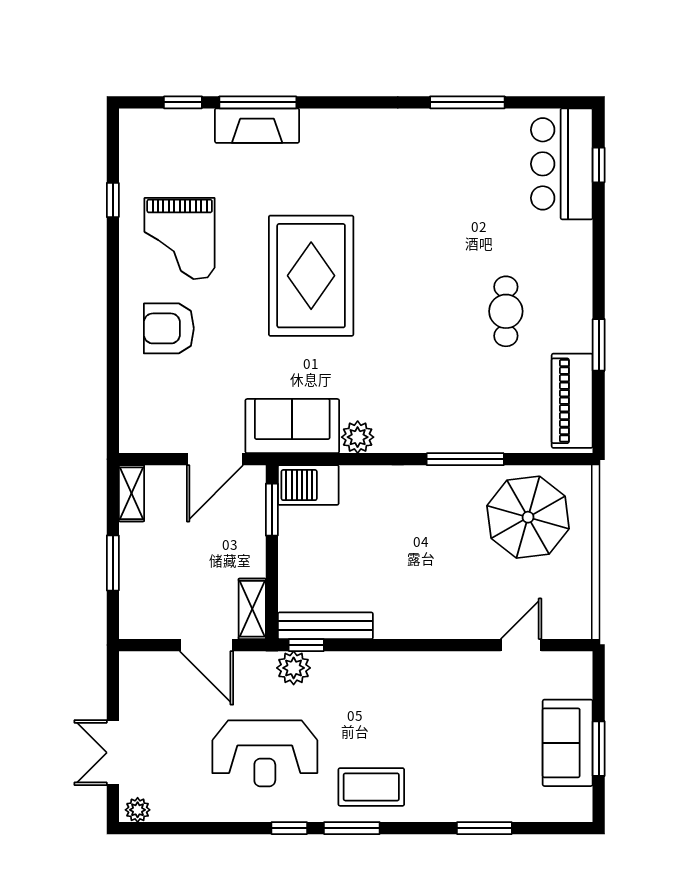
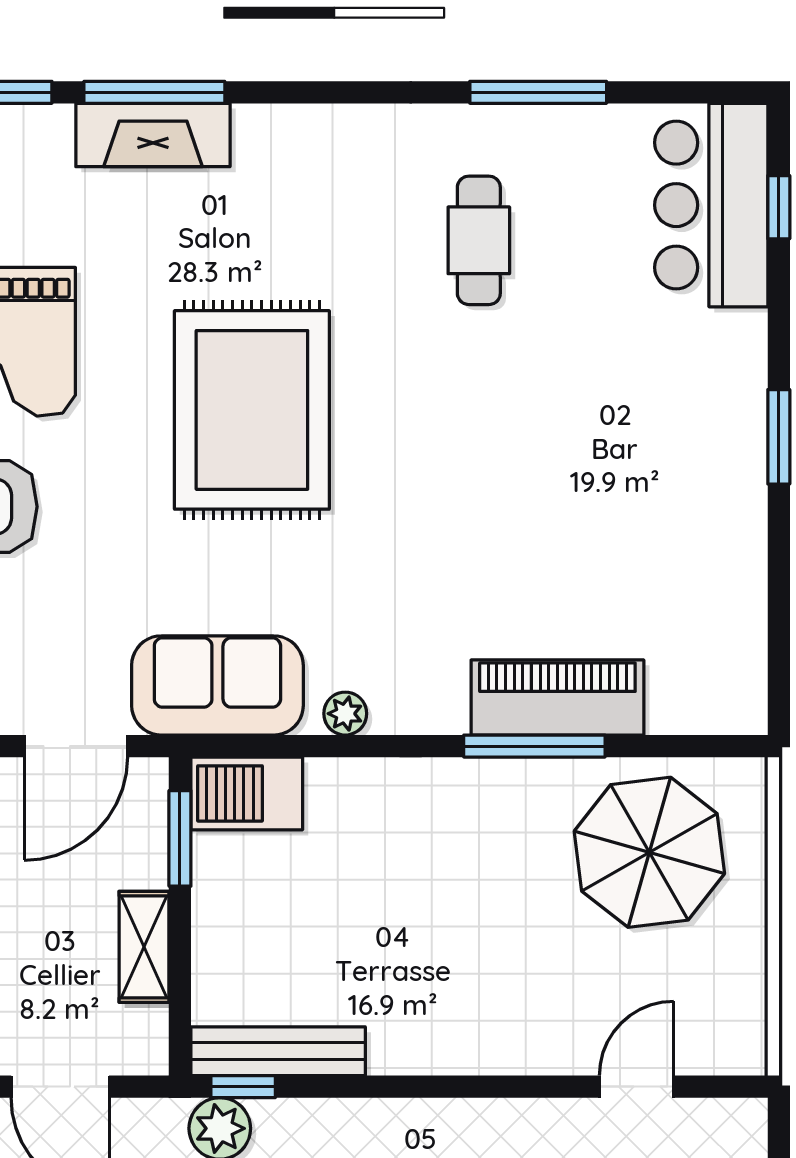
cafe table: (506, 311) -> (479, 240), moved
window: (599, 345) -> (779, 437), moved
piano: (572, 401) -> (557, 698), moved, turned 90
plant: (358, 437) -> (345, 714), width x0.73, depth x0.73
shelving: (252, 609) -> (144, 947), moved

